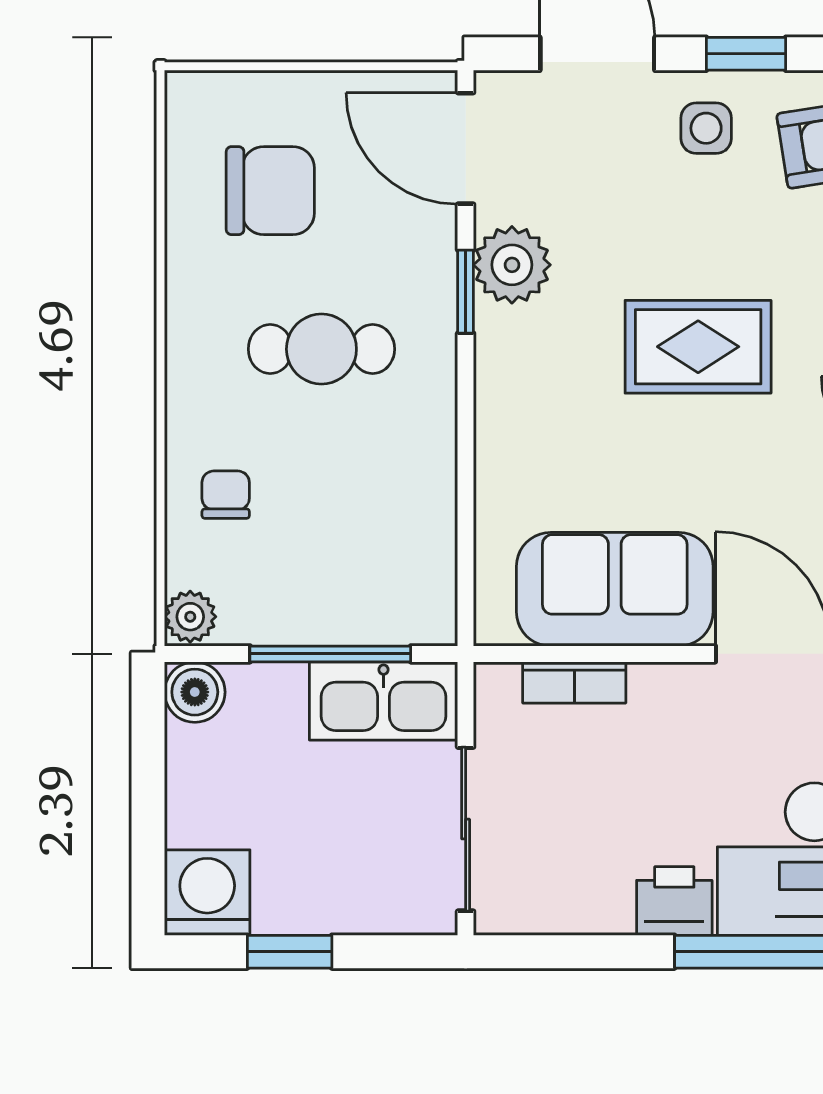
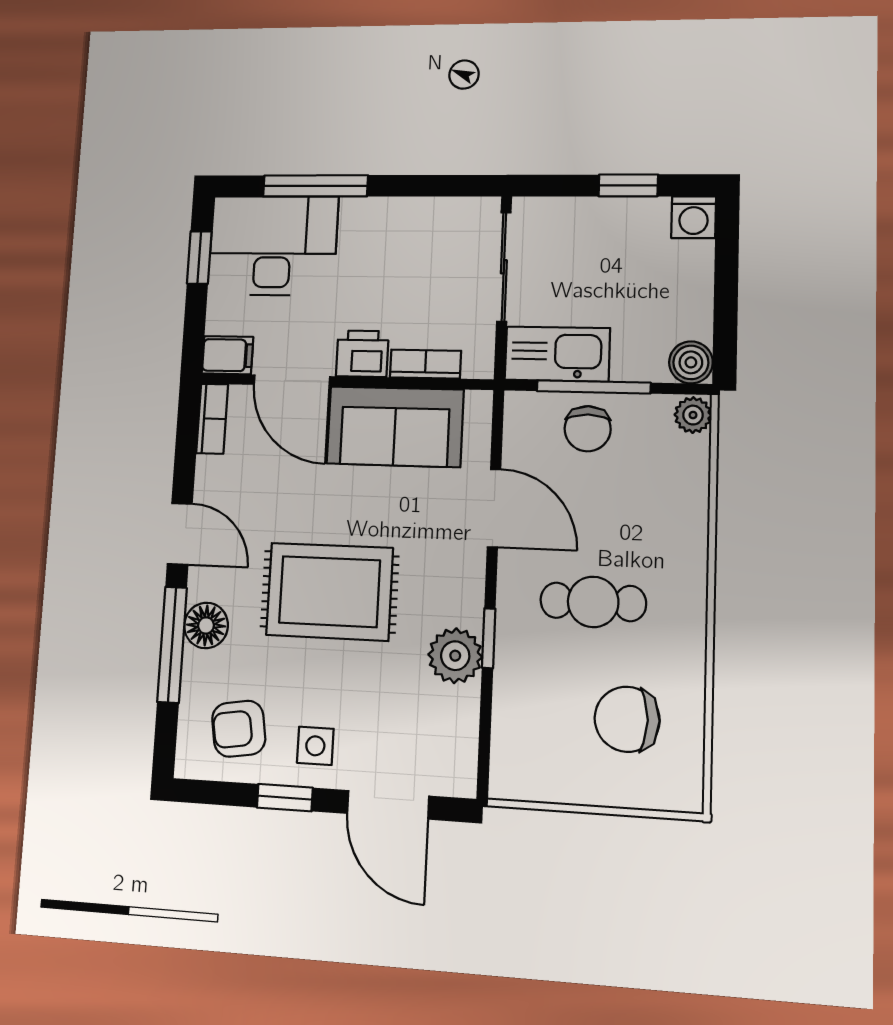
door: (466, 148) -> (494, 508), moved
rug: (698, 347) -> (329, 592), width x1.36, depth x1.43
chair: (226, 495) -> (588, 429), moved, width x1.37, depth x1.37
washing machine: (207, 893) -> (694, 217), width x0.73, depth x0.73
printer: (674, 901) -> (362, 354), moved, turned 180

